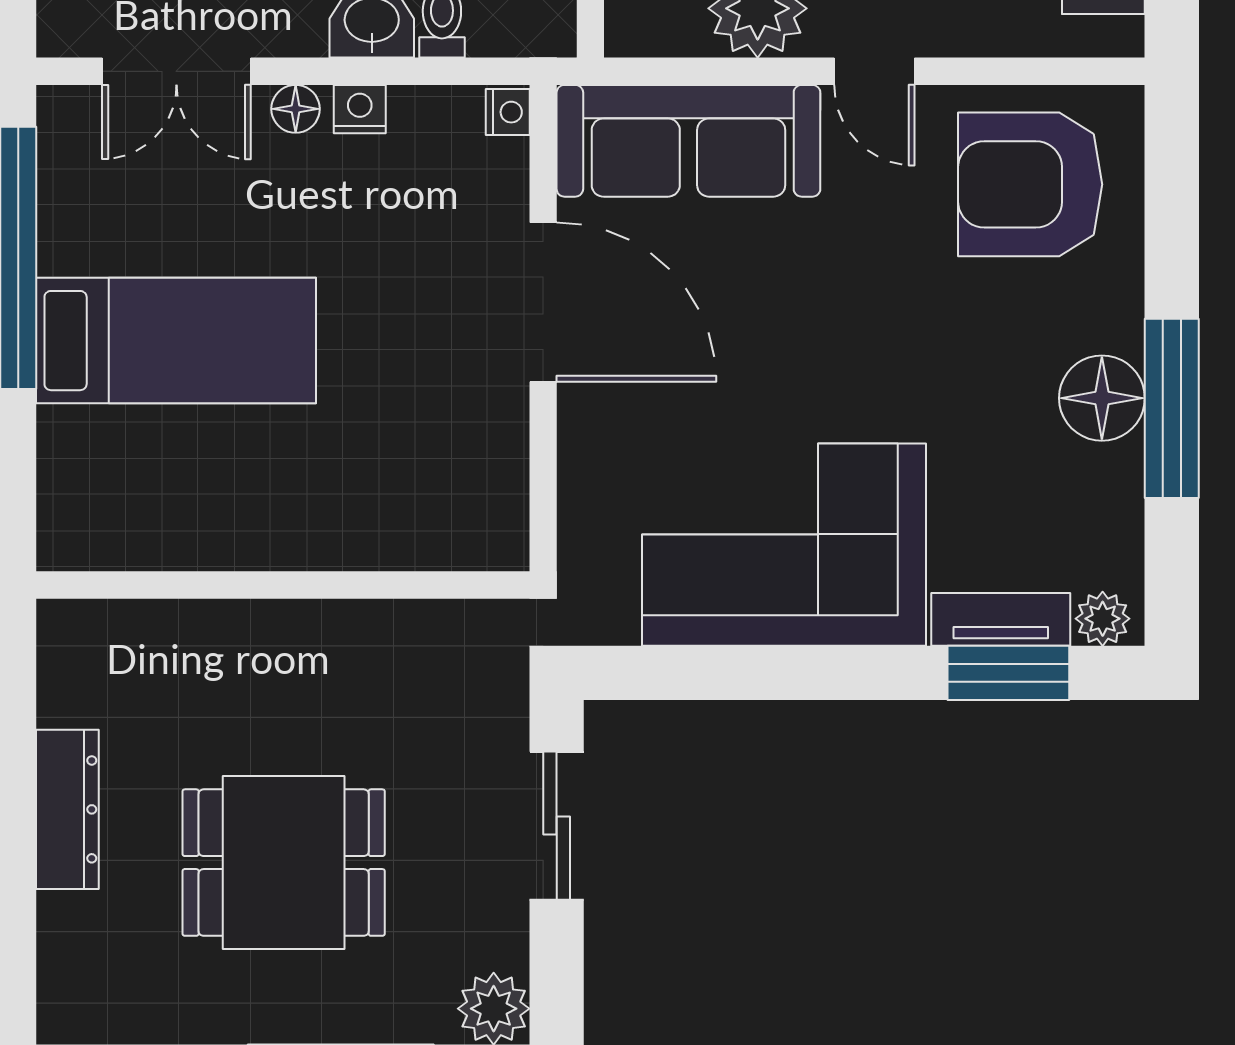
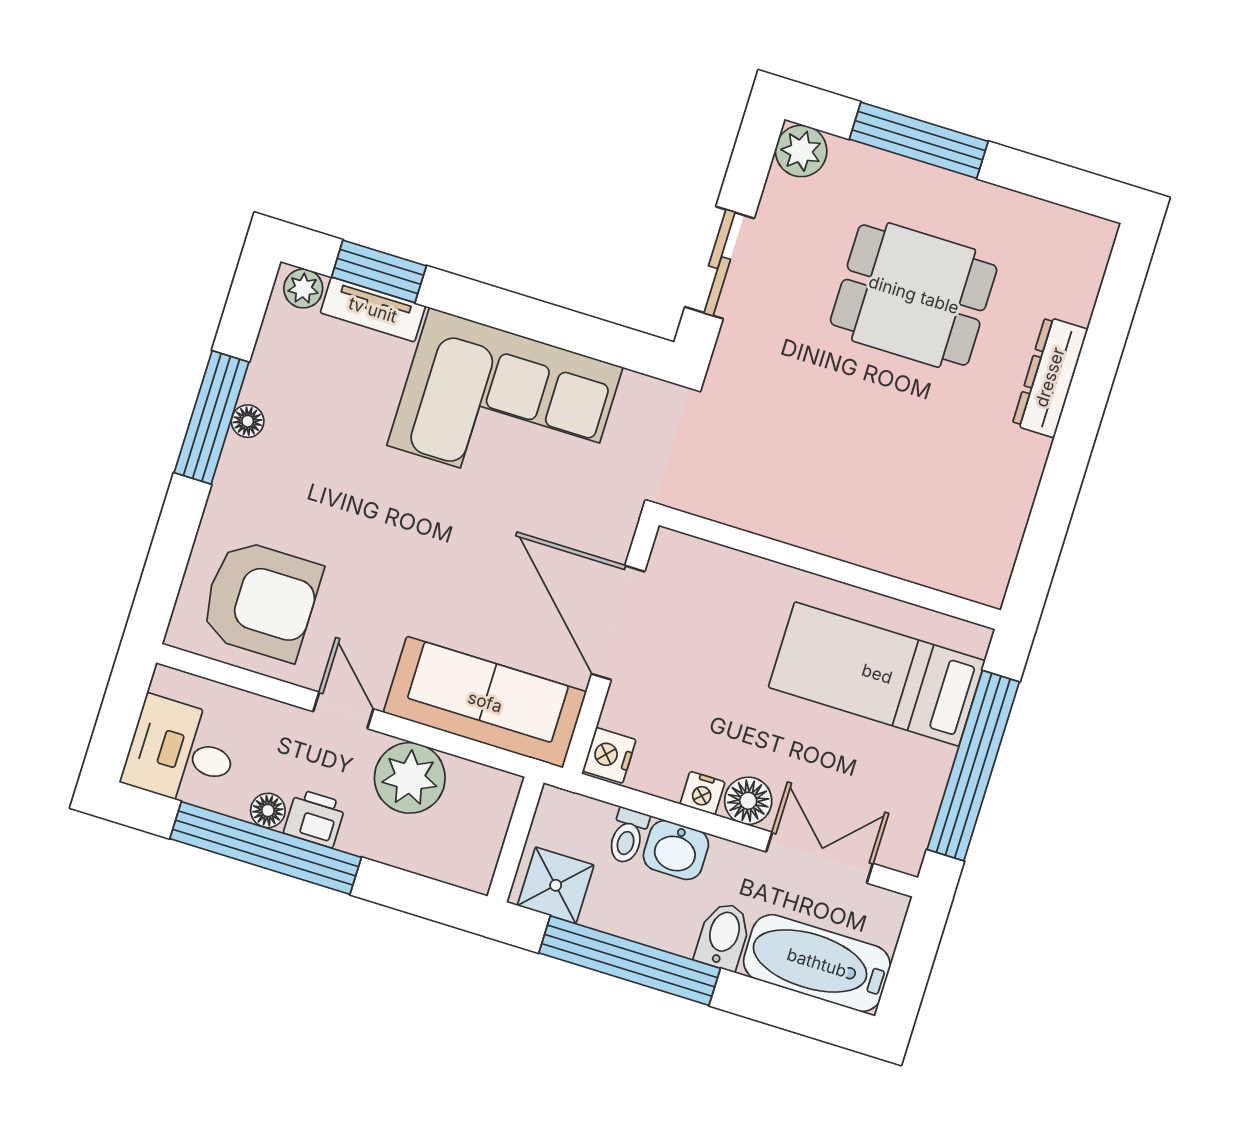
floor lamp: (296, 109) -> (748, 801), width x1.37, depth x1.37
nightstand: (508, 112) -> (609, 755), width x1.39, depth x1.35
floor lamp: (1102, 398) -> (248, 421), width x0.53, depth x0.53
wall: (283, 585) -> (830, 568), moved

